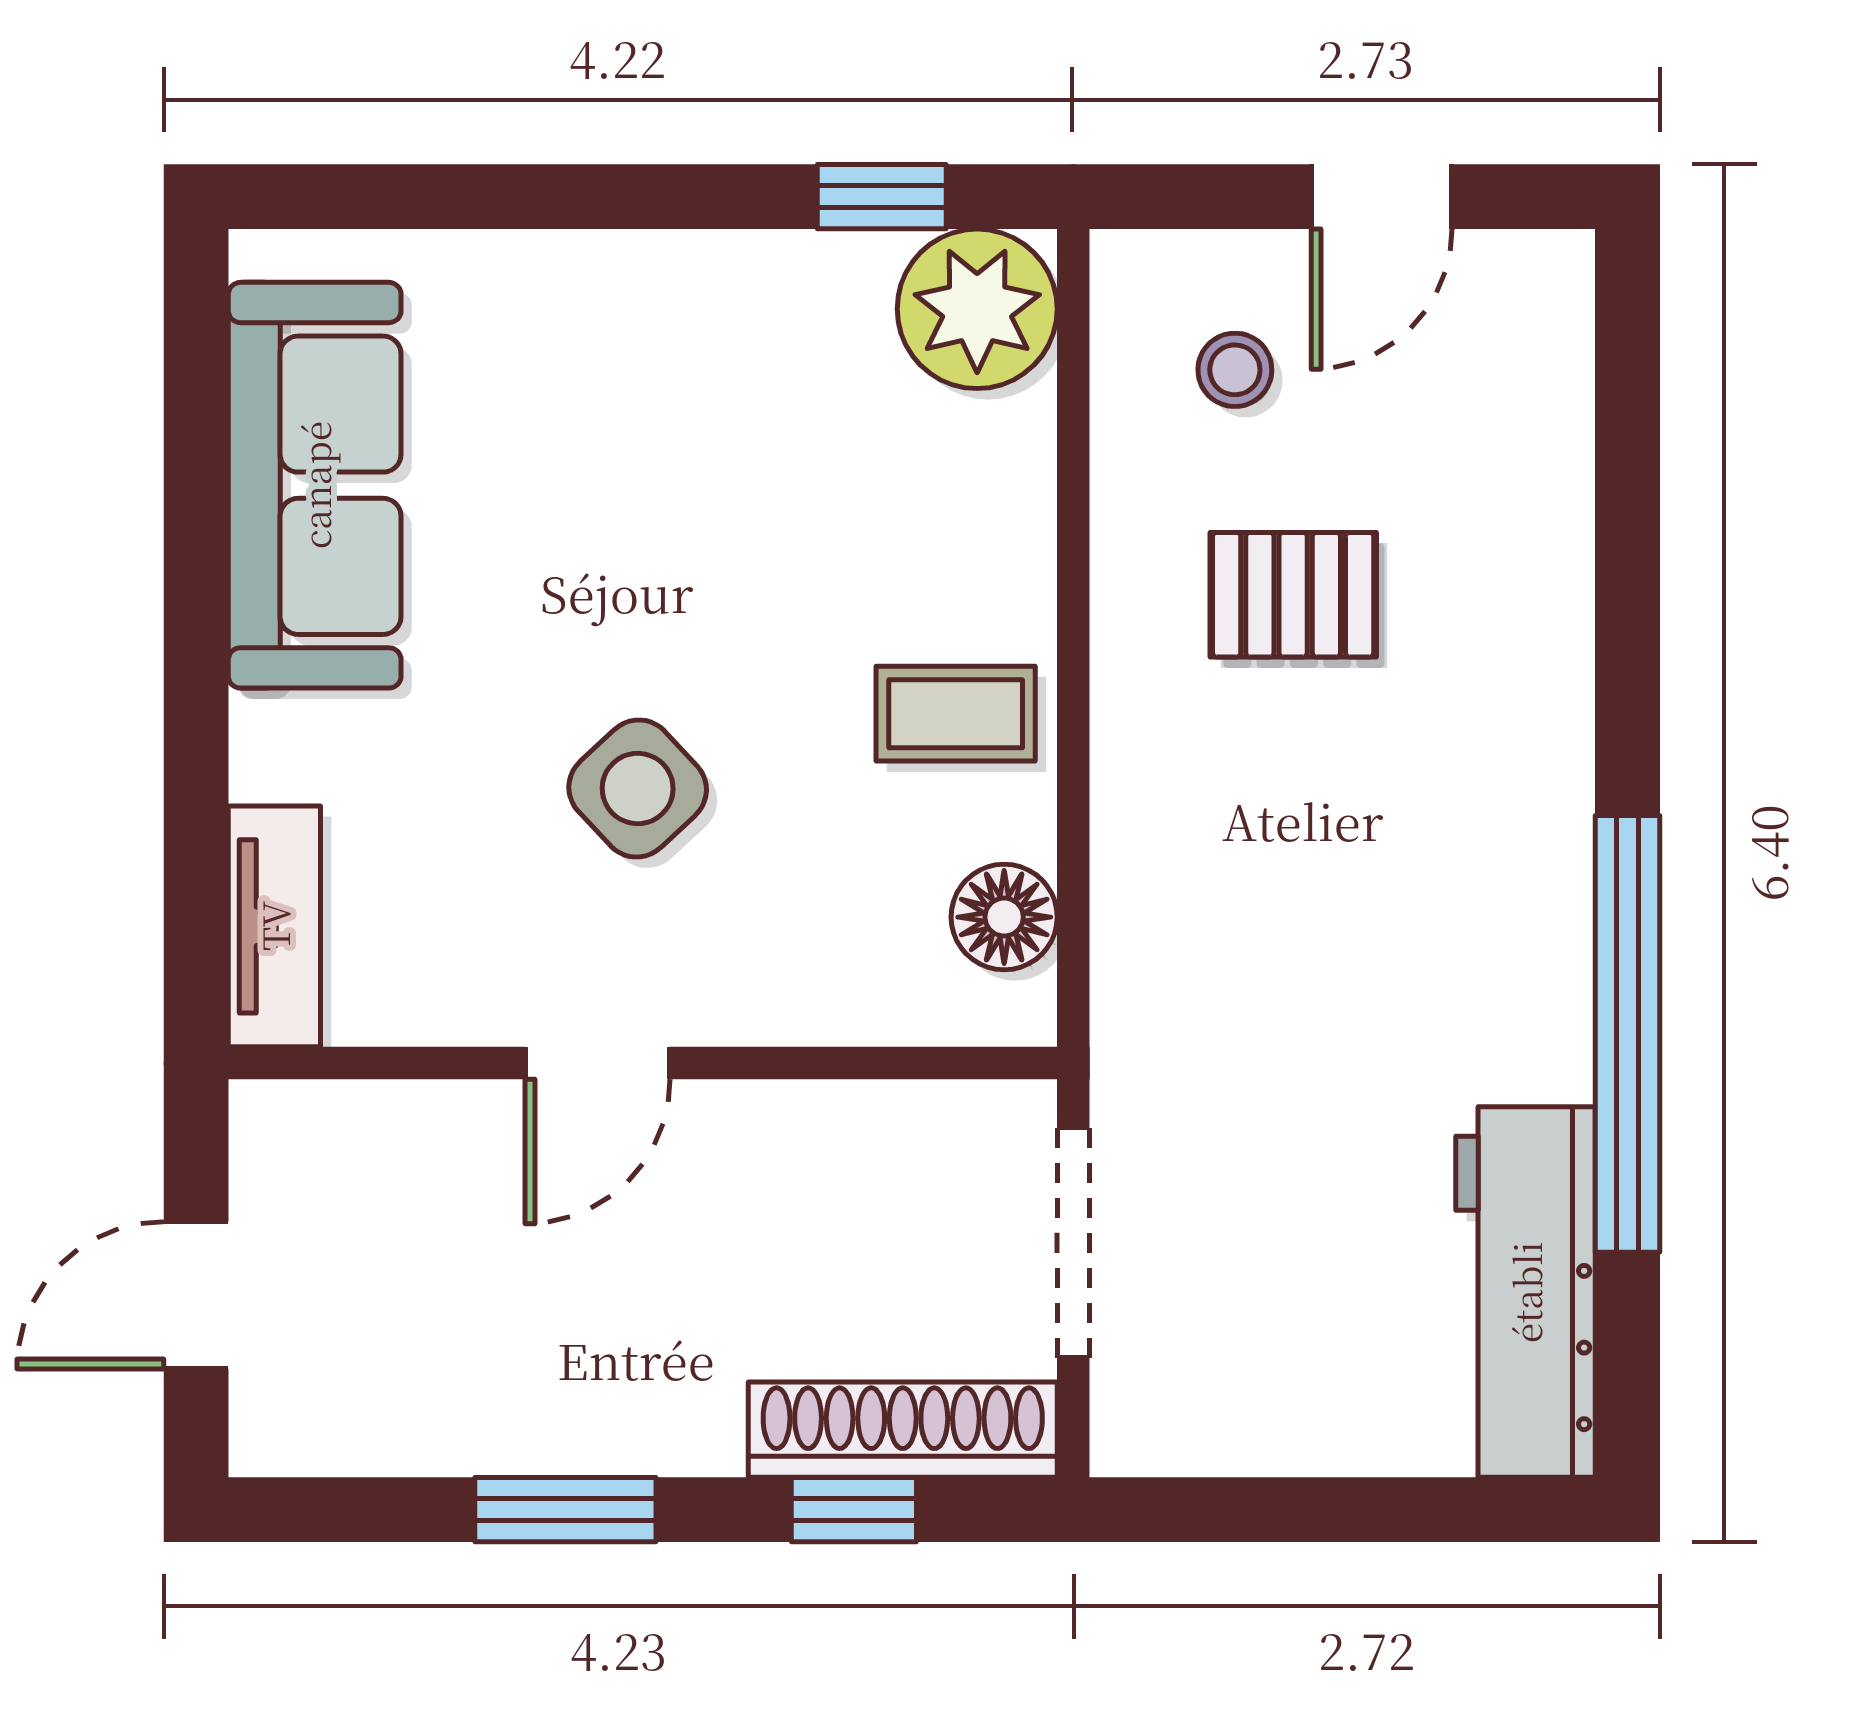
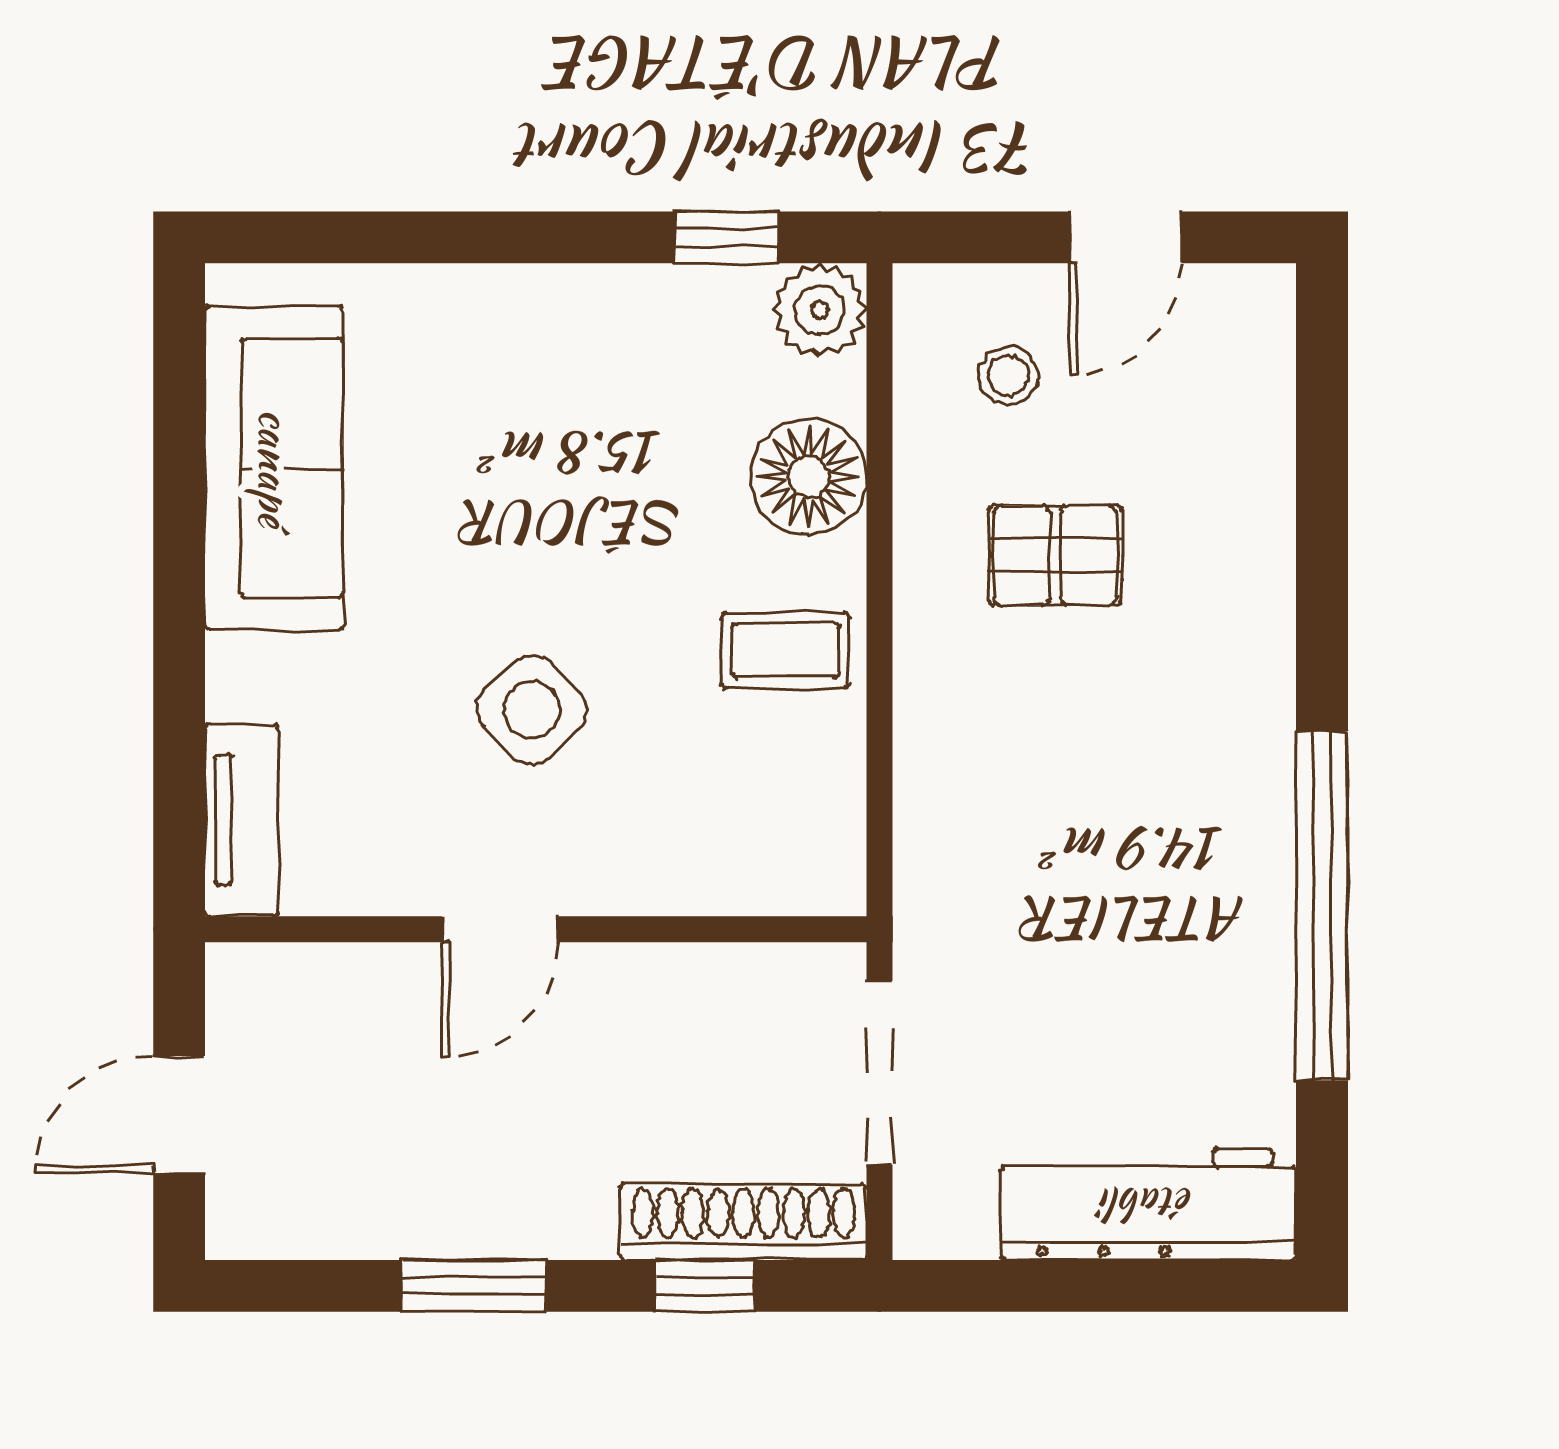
plant: (977, 309) -> (820, 310), width x0.73, depth x0.73
floor lamp: (1004, 917) -> (808, 477), moved, width x1.38, depth x1.38
workbench: (1526, 1292) -> (1148, 1204), moved, turned 90

